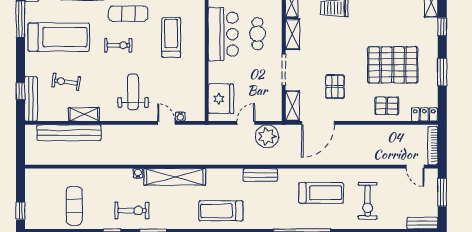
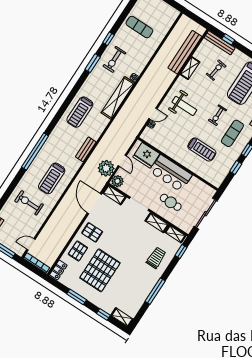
bar counter: (223, 34) -> (171, 173), moved
pallet: (335, 87) -> (92, 232), moved
plant: (274, 113) -> (117, 181), added
treadmill: (221, 211) -> (80, 112), turned 180

